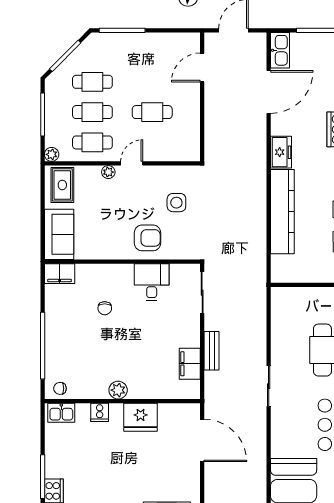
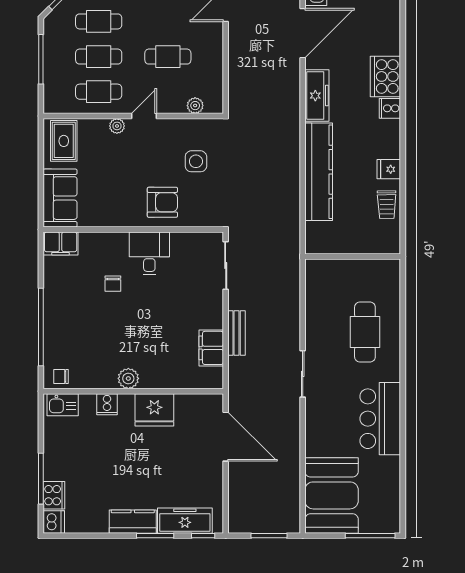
freezer: (281, 152) -> (317, 96), width x1.40
plant: (52, 154) -> (195, 106), moved
desk: (152, 282) -> (149, 253), moved

